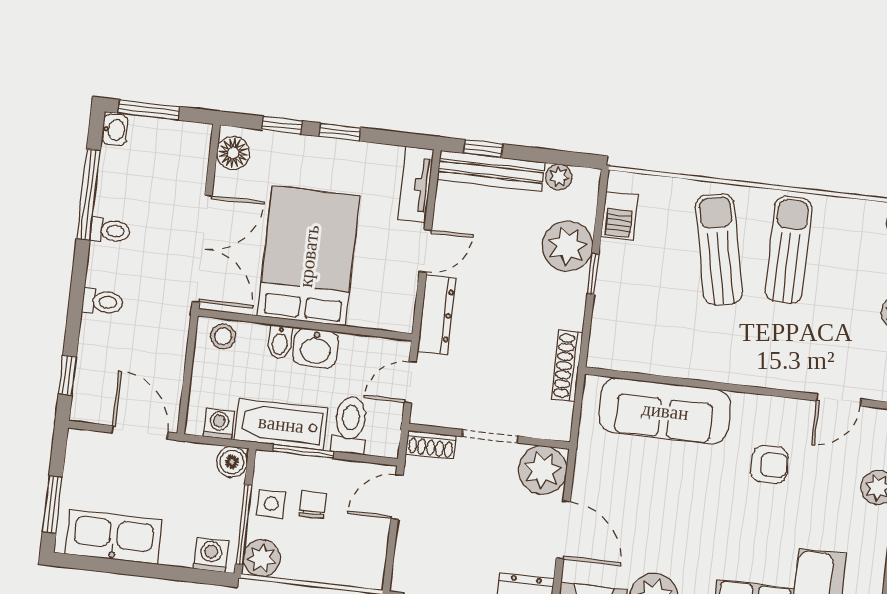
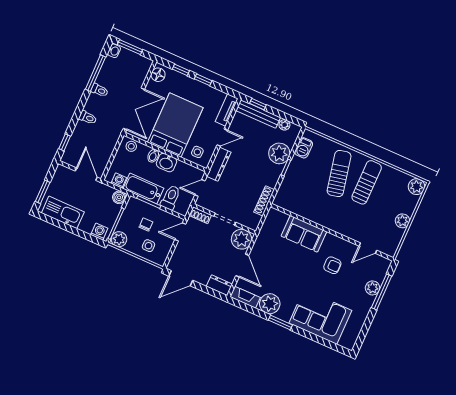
side table: (379, 302) -> (197, 152), added
sofa: (665, 411) -> (304, 234), width x0.73
side table: (271, 504) -> (148, 246), moved

